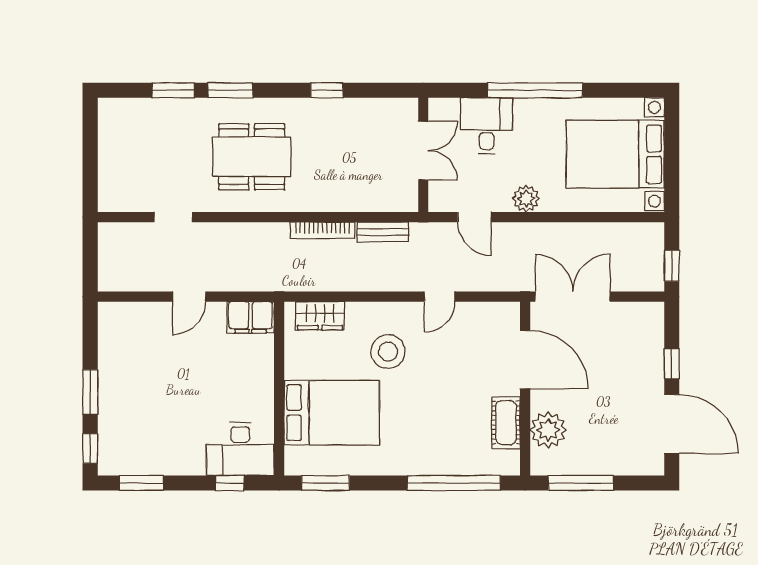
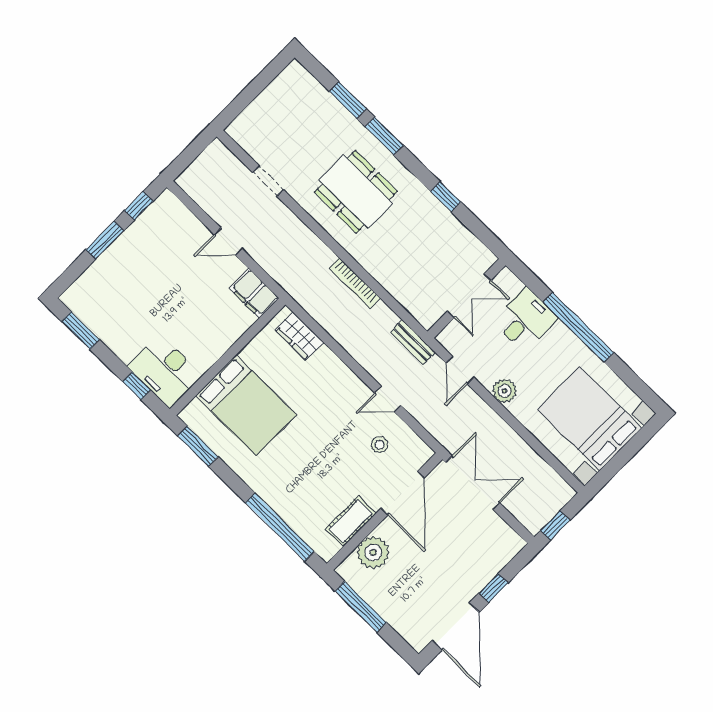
bench: (383, 232) -> (413, 342), moved
stool: (388, 352) -> (380, 445), moved, width x0.53, depth x0.53
window: (90, 449) -> (139, 206), moved

